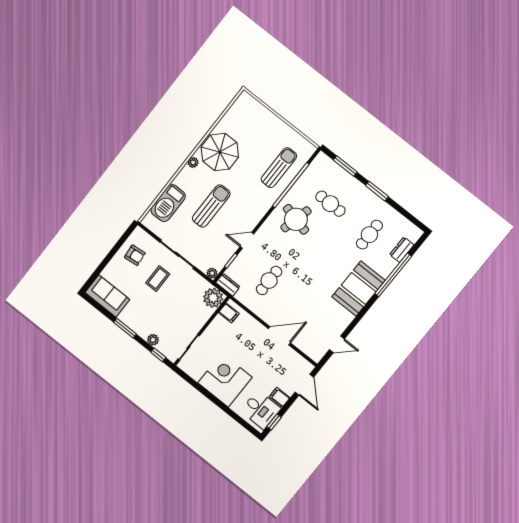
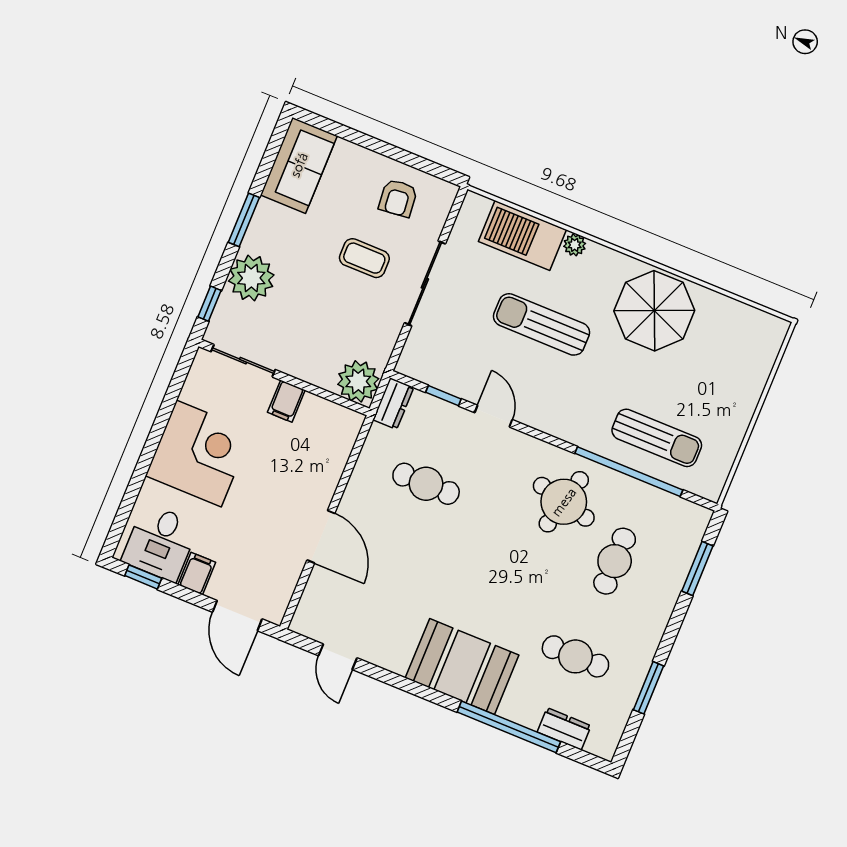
plant: (193, 162) -> (575, 245), moved
window: (377, 191) -> (648, 688), moved
sun lounger: (211, 206) -> (542, 324), turned 180
plant: (212, 273) -> (407, 365), removed
filing cabinet: (229, 313) -> (286, 401), moved
plant: (153, 340) -> (251, 278), width x1.88, depth x1.88
door: (304, 385) -> (237, 616), hinge flipped

